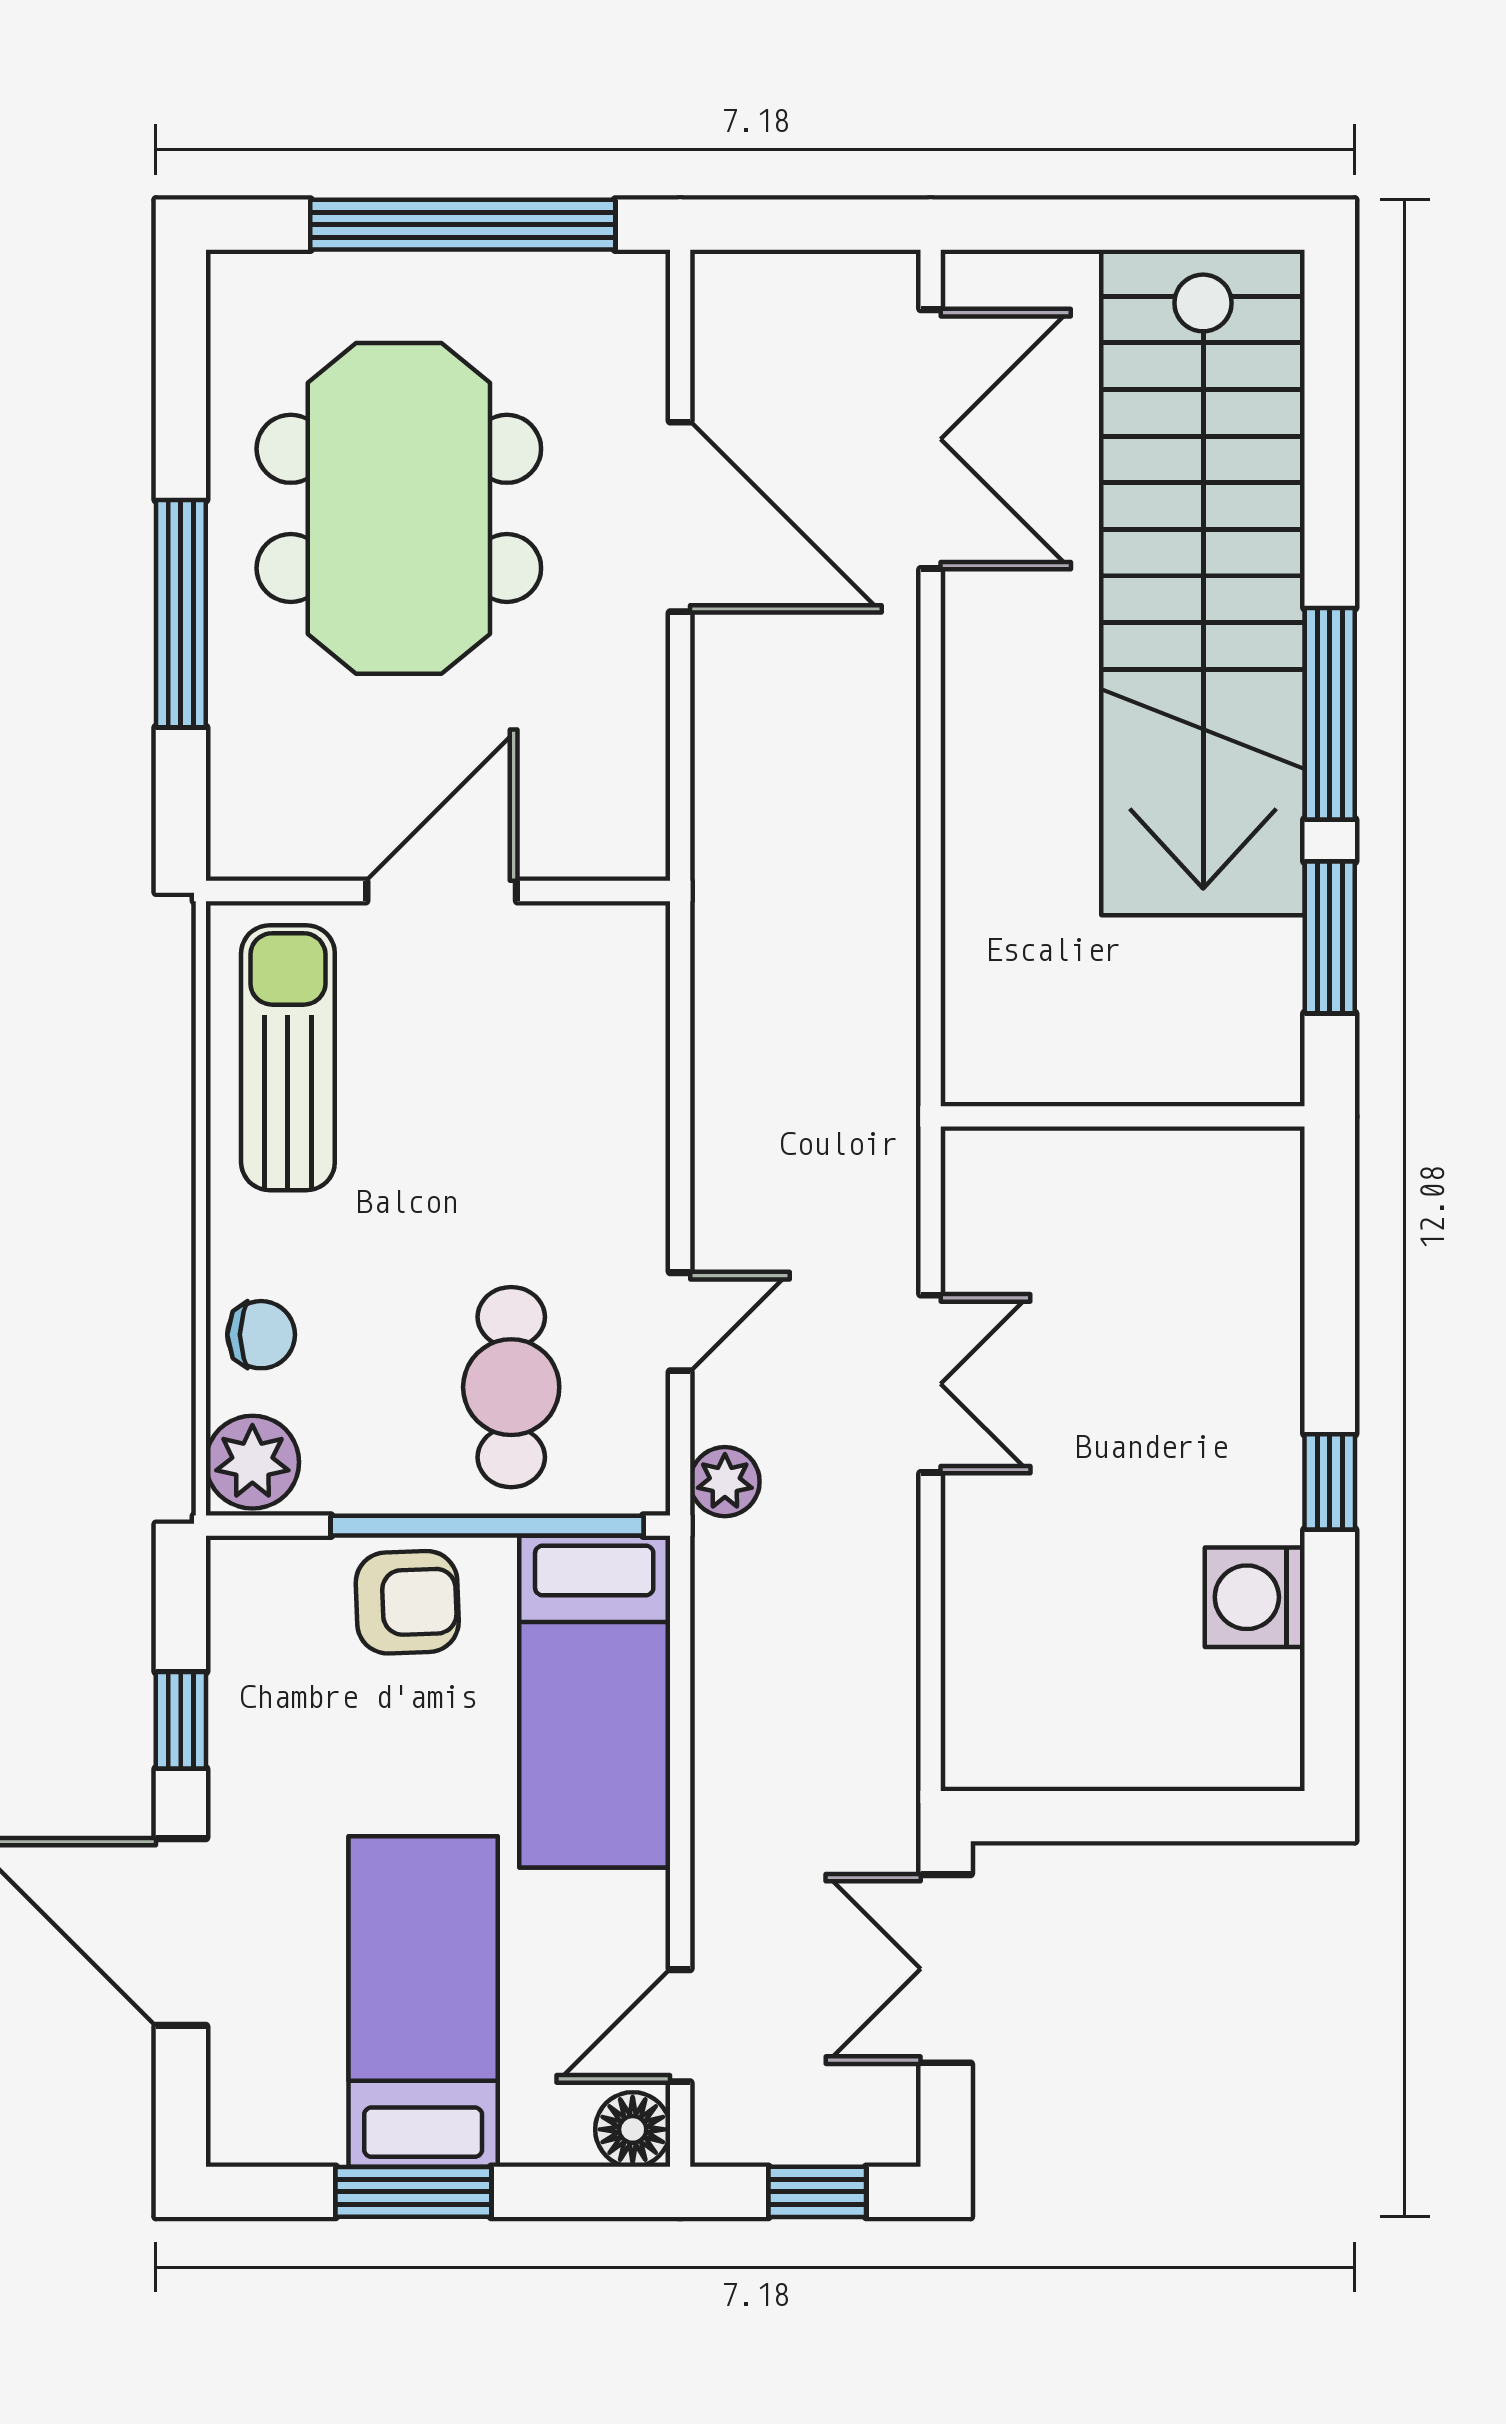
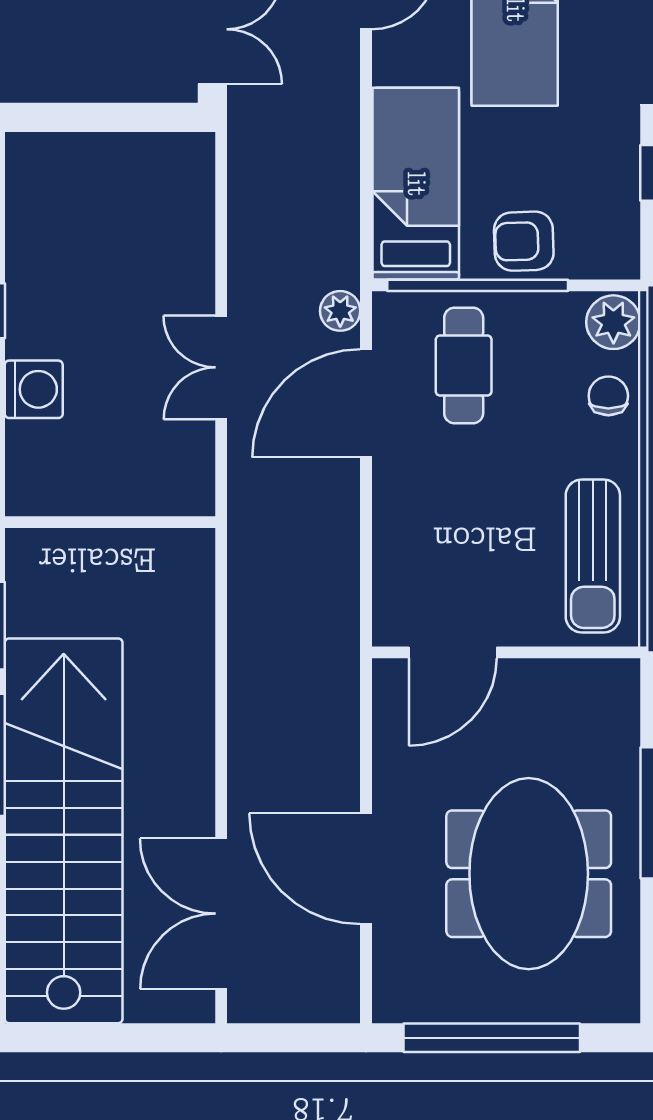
door: (442, 891) -> (453, 652), moved
door: (680, 1322) -> (366, 403), width x1.87
chair: (261, 1335) -> (608, 396), turned 90
washing machine: (1255, 1597) -> (34, 389), moved

